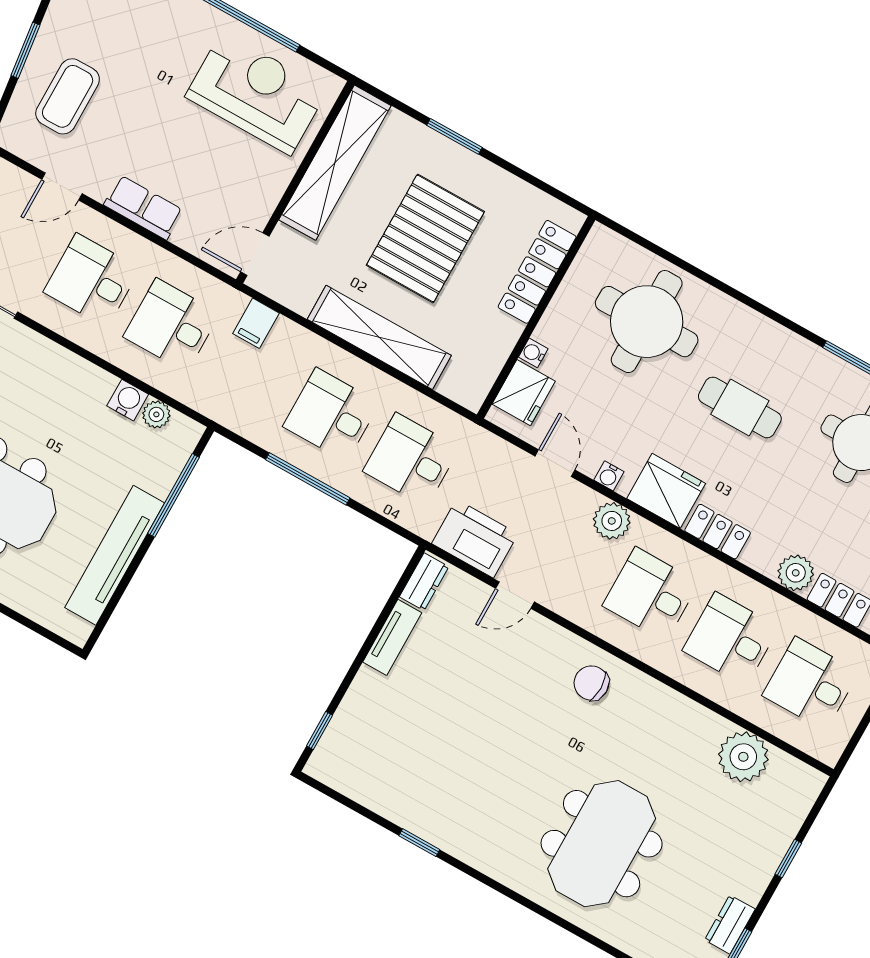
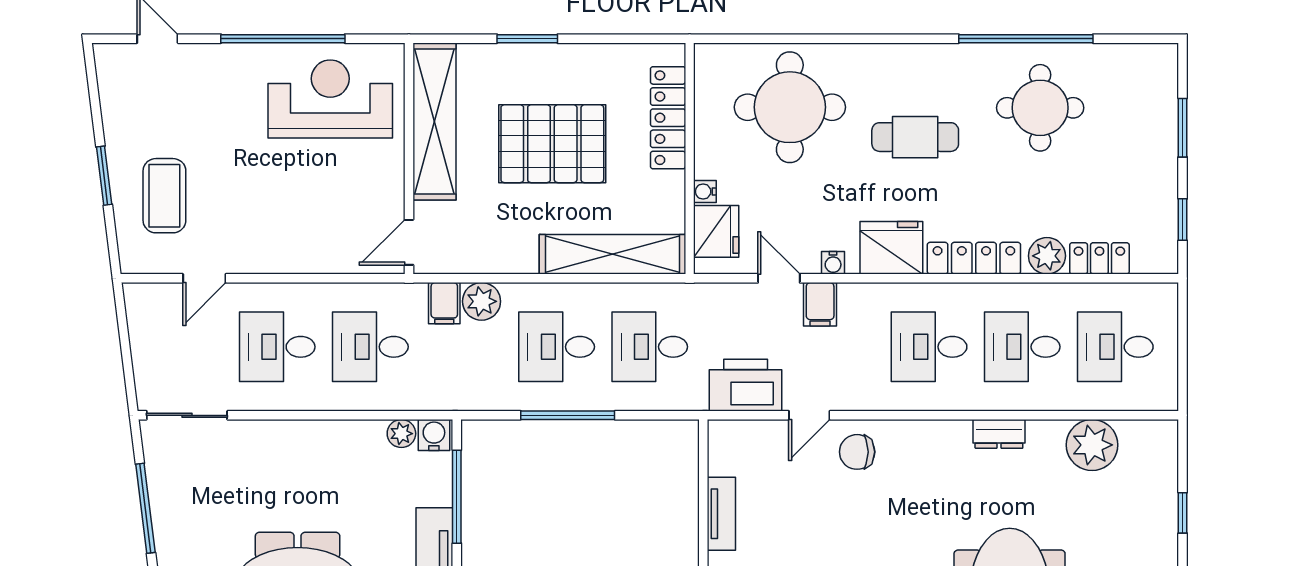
row of seats: (143, 208) -> (287, 257), removed
pallet: (425, 238) -> (552, 144), turned 90
shelving: (379, 337) -> (612, 254), moved
water cooler: (128, 400) -> (434, 435), moved
filing cabinet: (578, 505) -> (820, 304), added
plant: (612, 521) -> (482, 301), moved
locker: (718, 532) -> (974, 258), width x1.53
dresser: (424, 582) -> (999, 434), moved, turned 90
chair: (591, 683) -> (857, 452), moved

